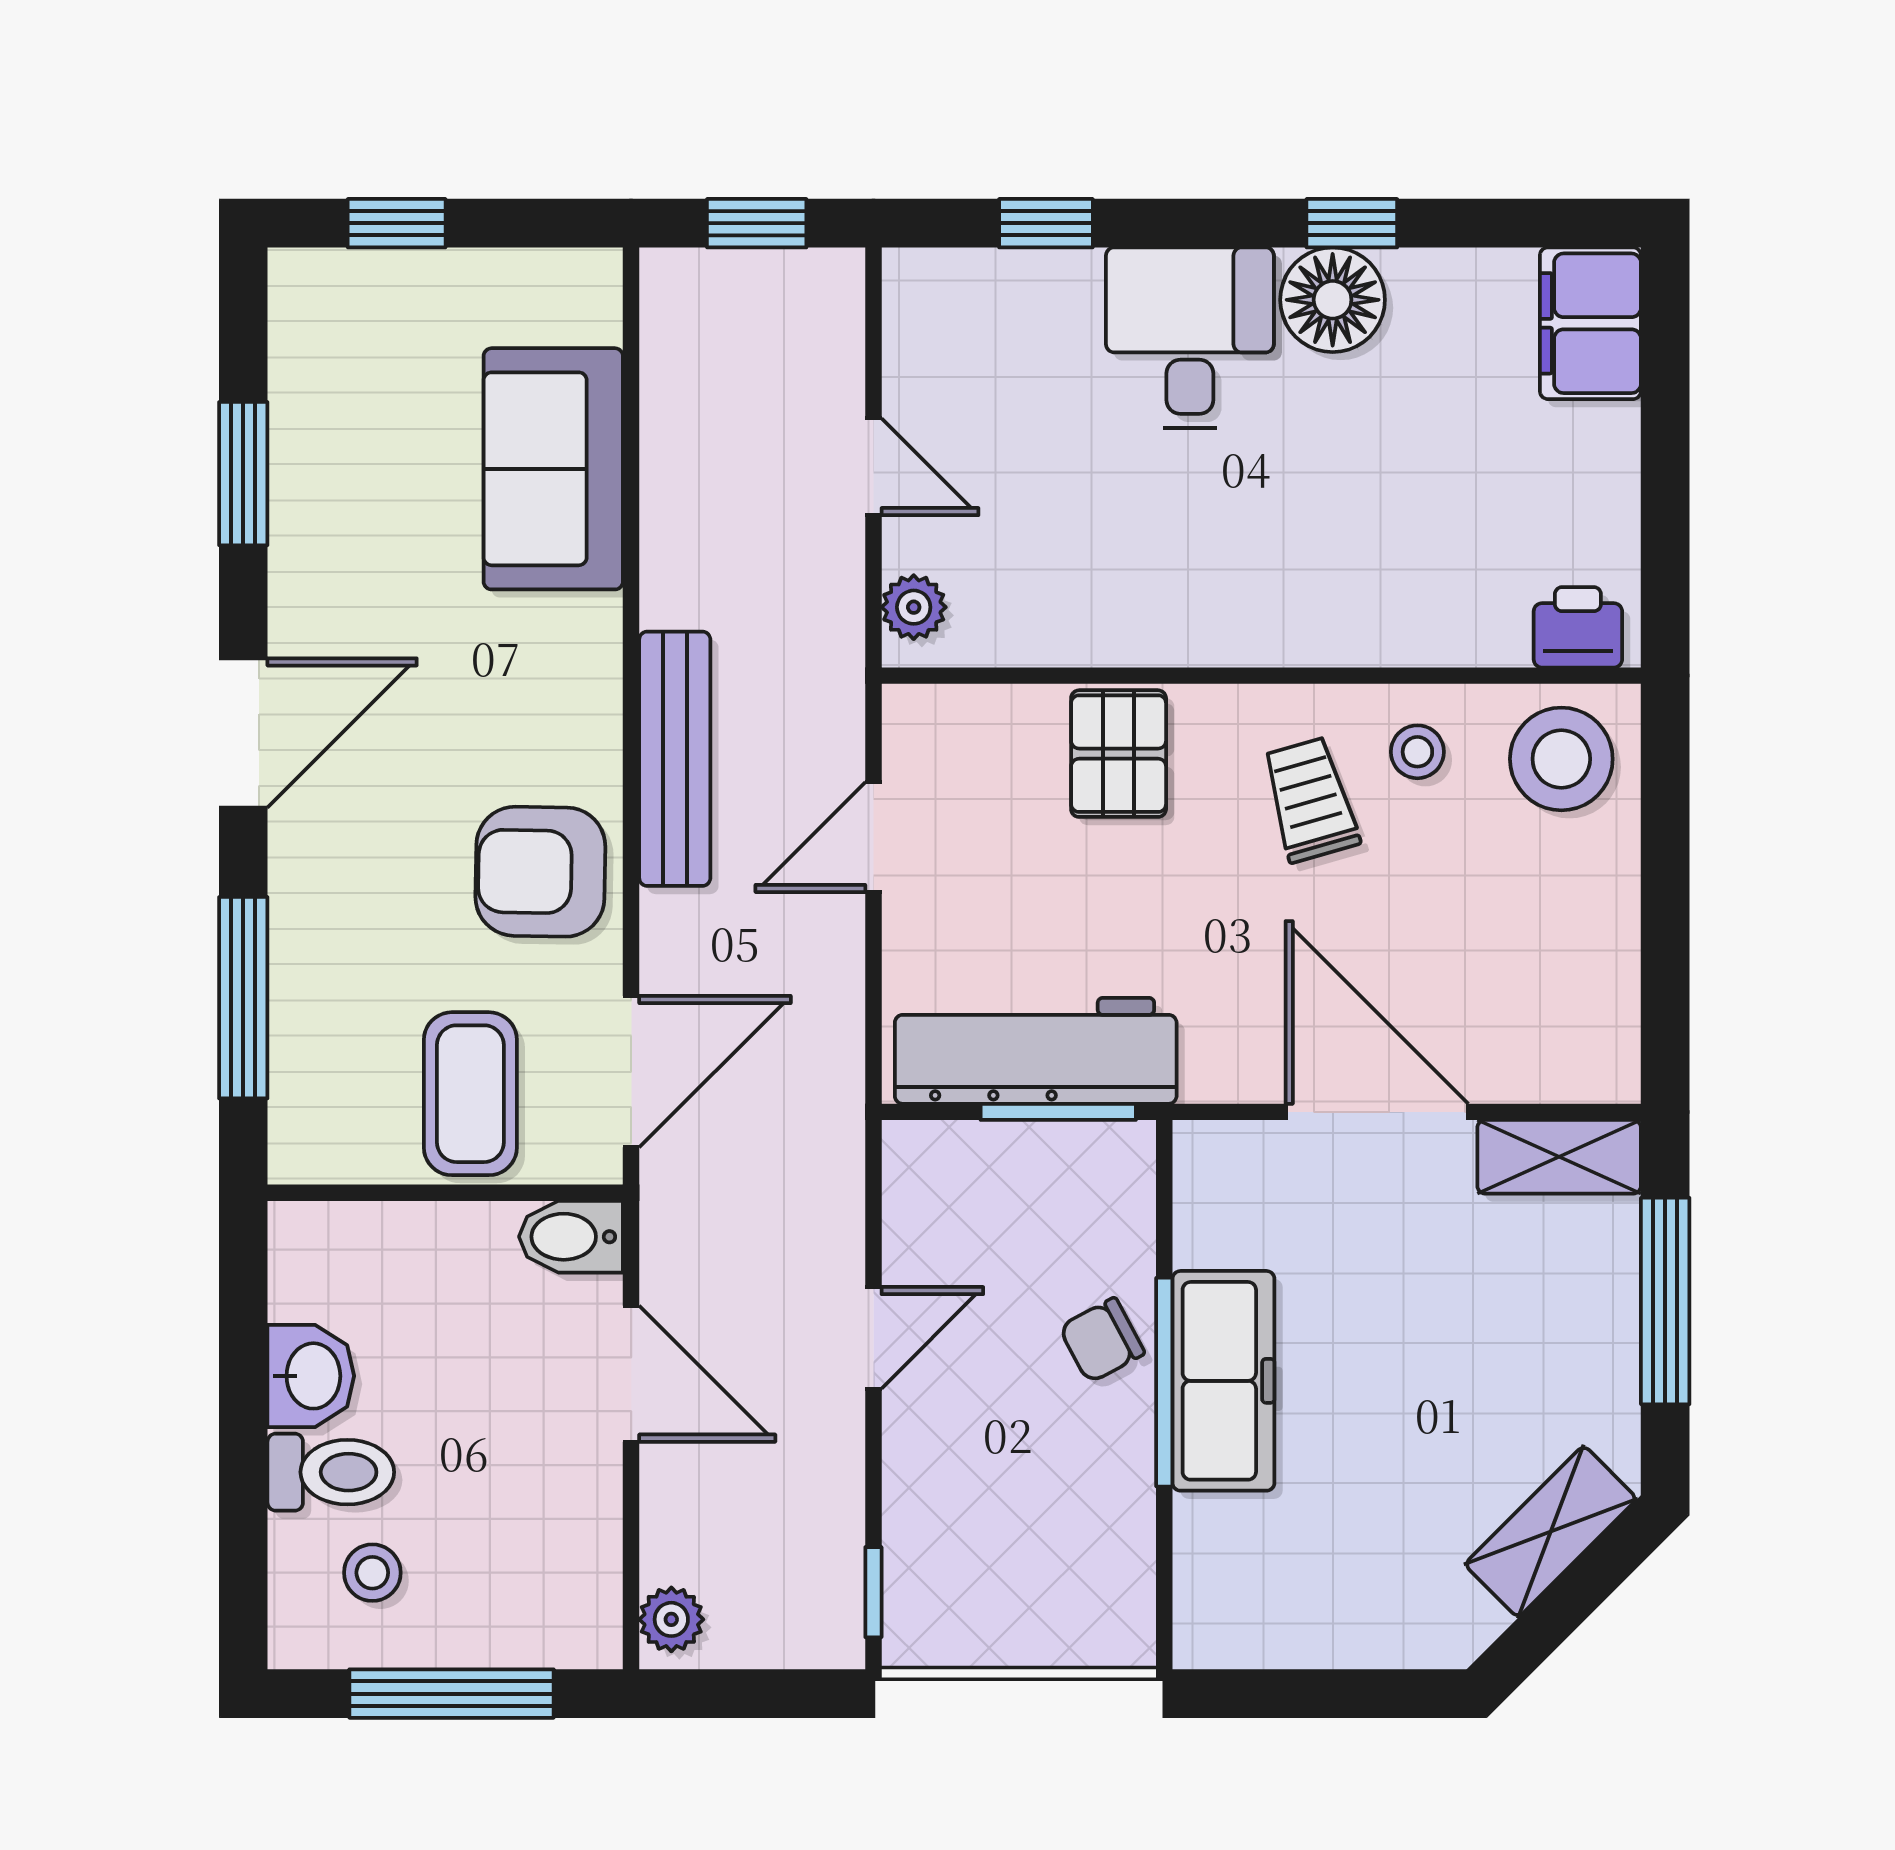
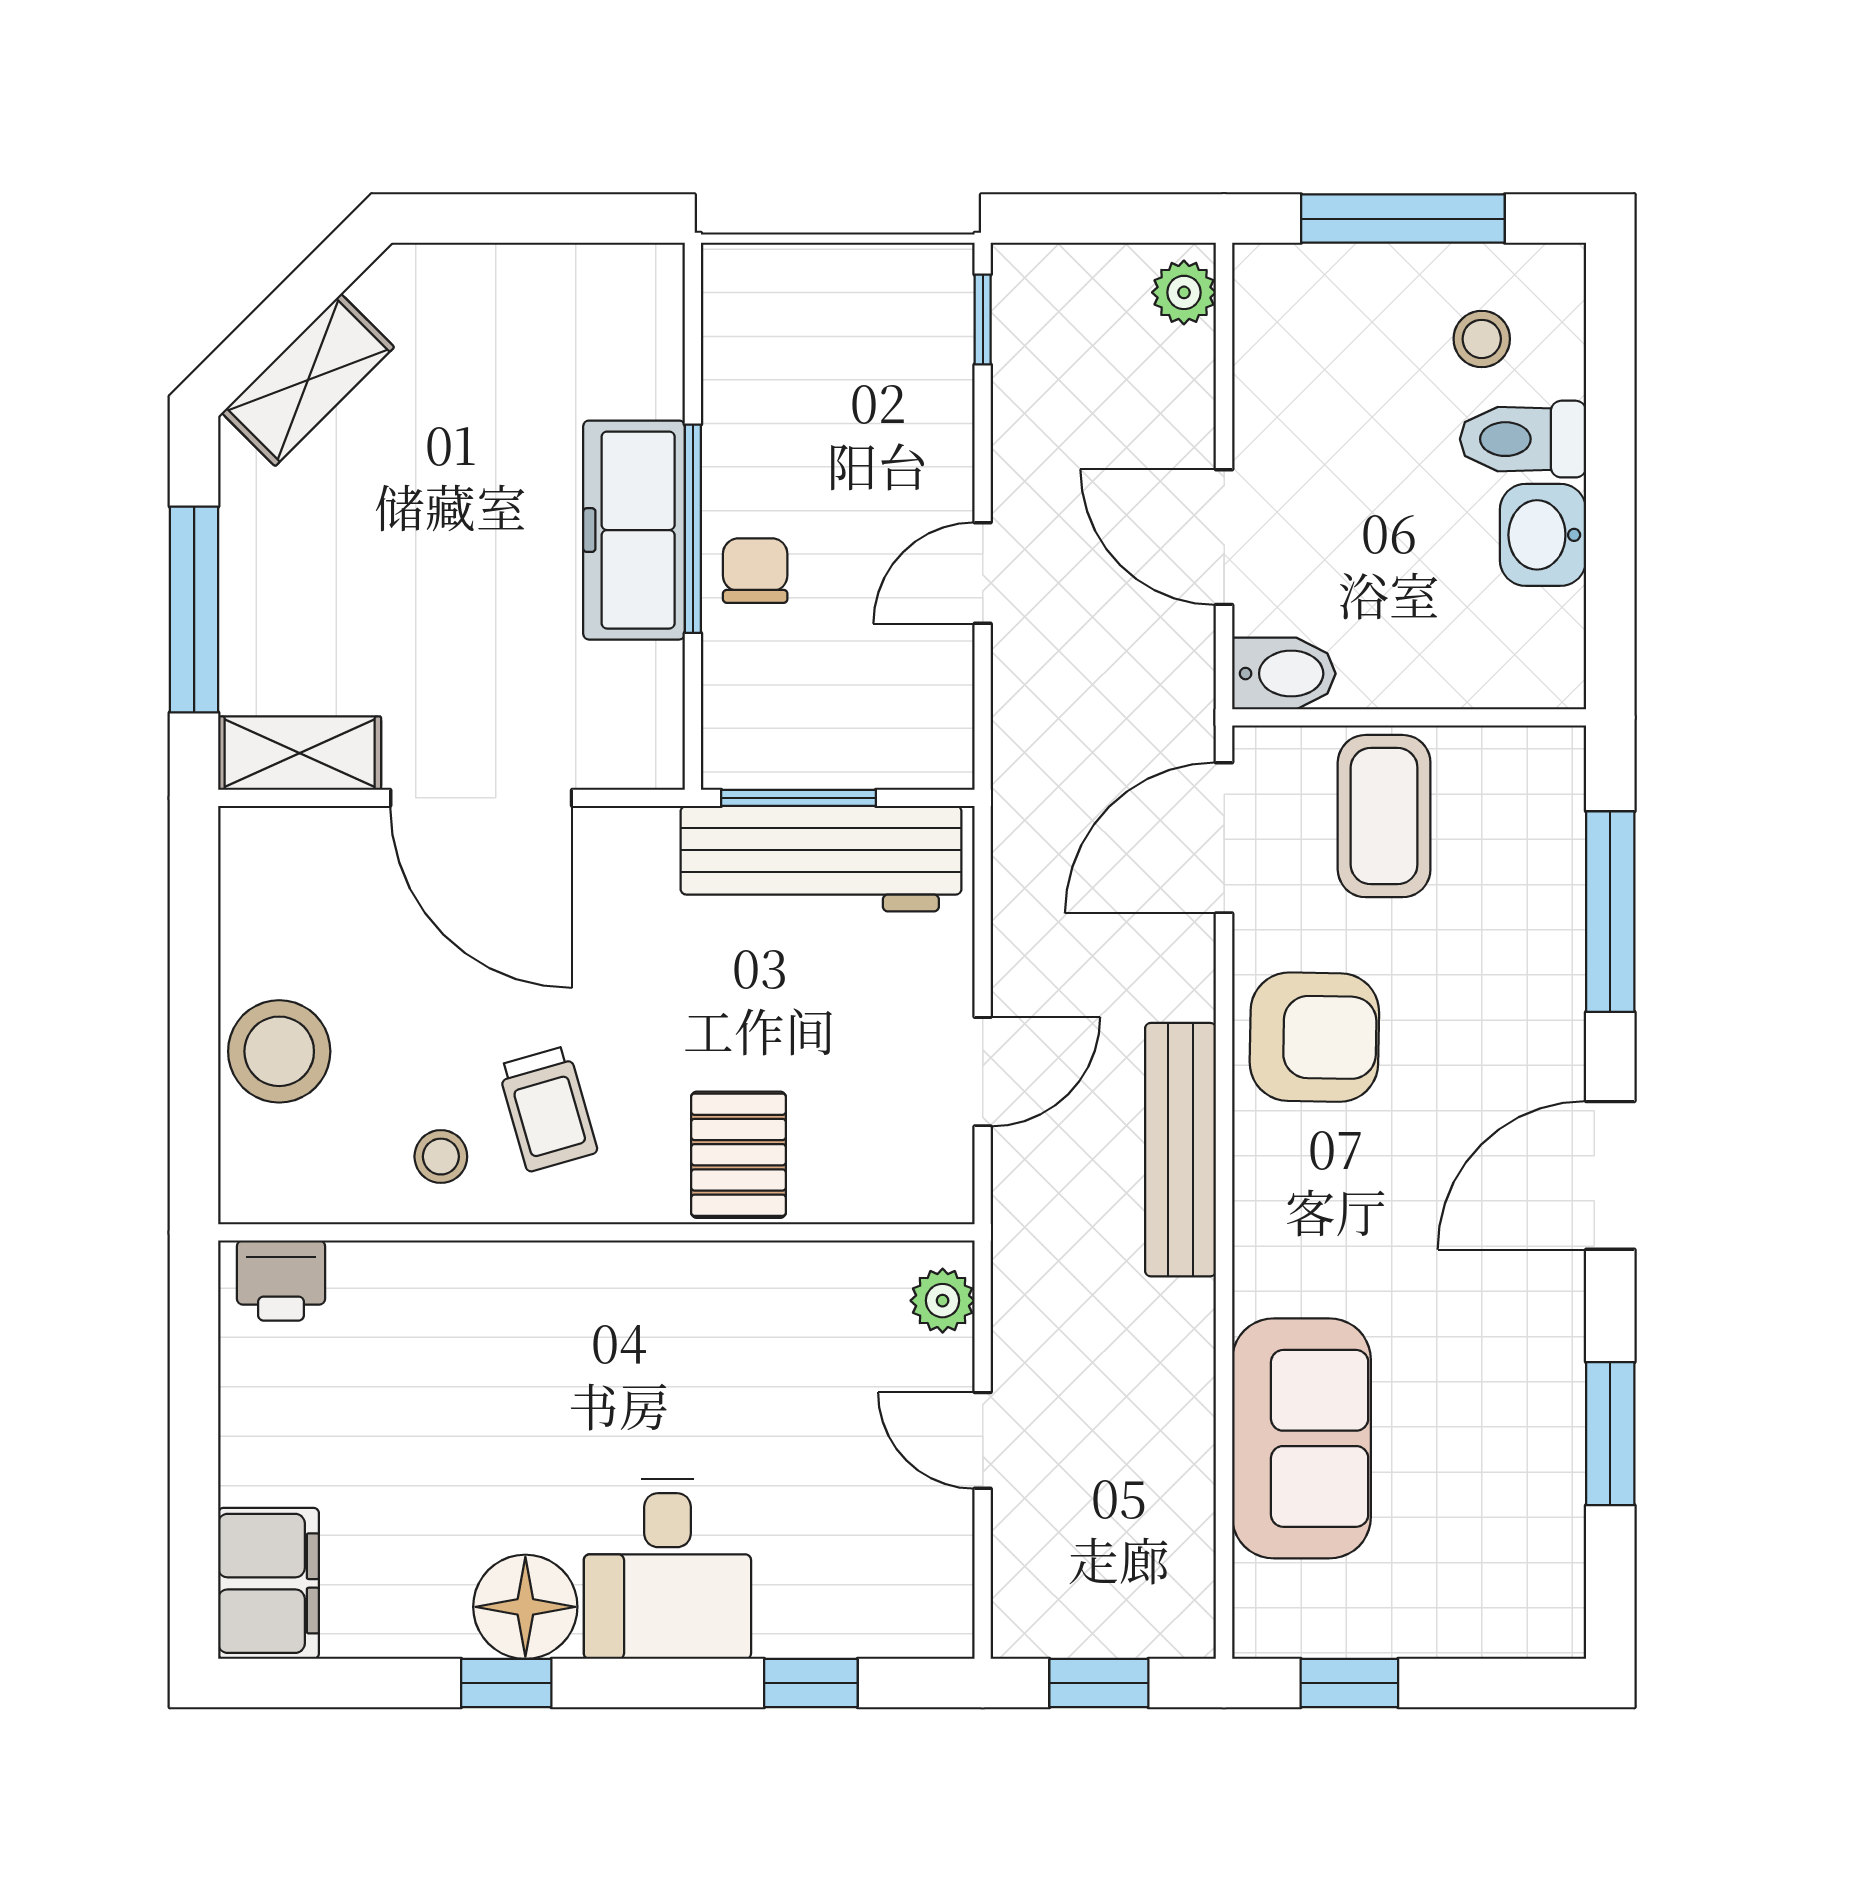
window: (397, 223) -> (1349, 1683), moved
stool: (1561, 759) -> (279, 1051), moved
chair: (1102, 1340) -> (755, 571), turned -62

